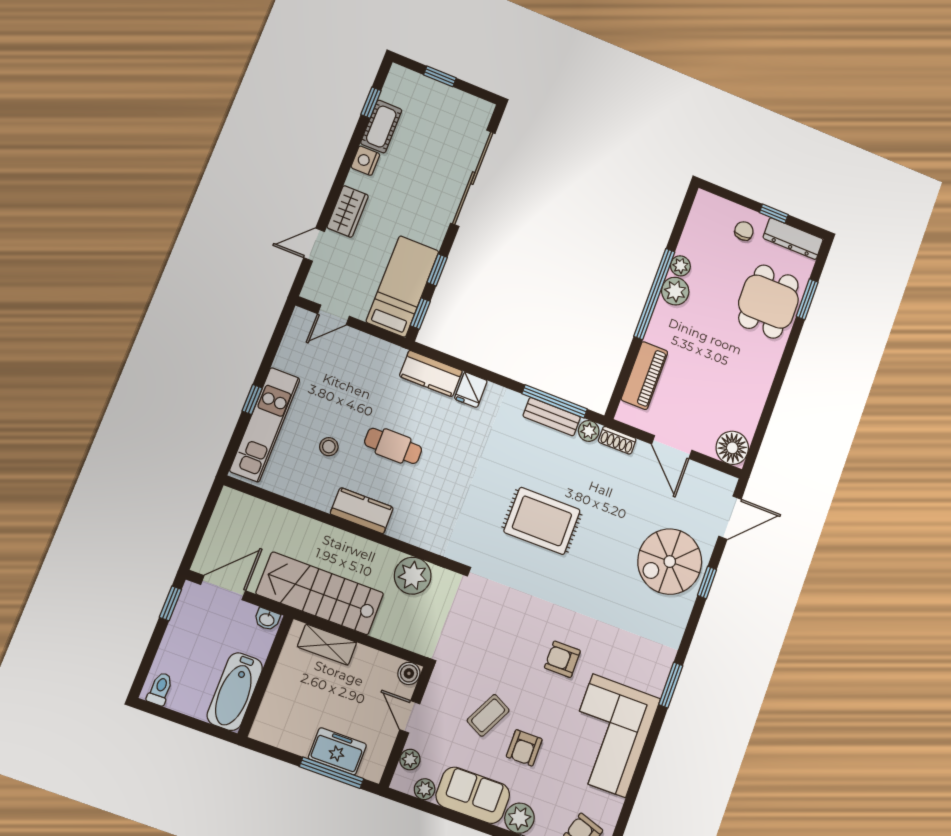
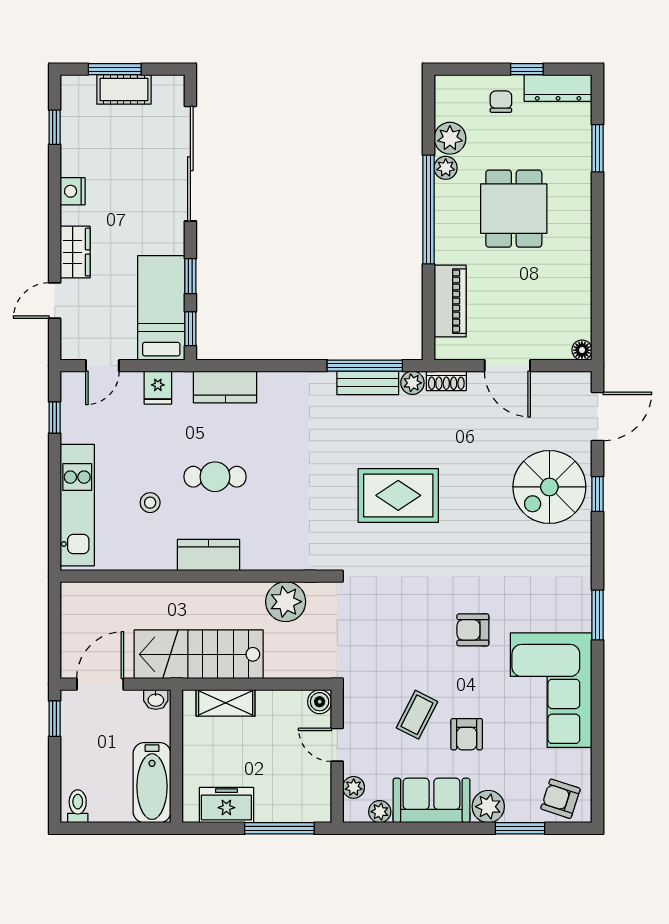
window: (440, 76) -> (115, 69), width x1.50
cot: (381, 127) -> (124, 89), moved, turned 90
plant: (675, 291) -> (450, 138), moved
dining table: (768, 302) -> (514, 209), moved
fridge: (471, 390) -> (158, 388), moved
window: (252, 399) -> (55, 417), moved
floor lamp: (732, 448) -> (582, 350), width x0.53, depth x0.53
freezer: (337, 751) -> (226, 805), moved

